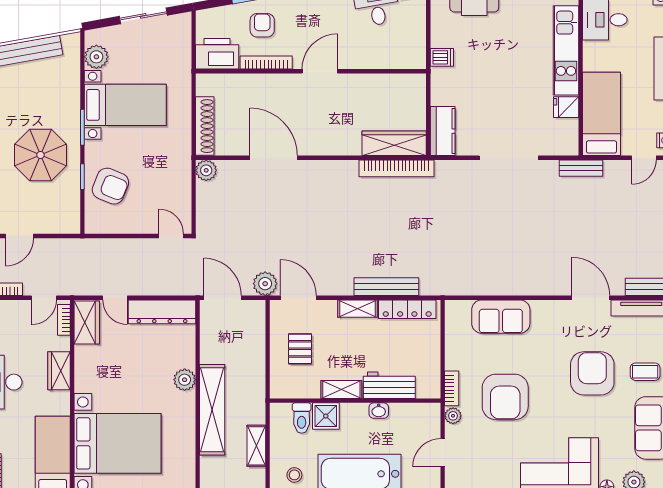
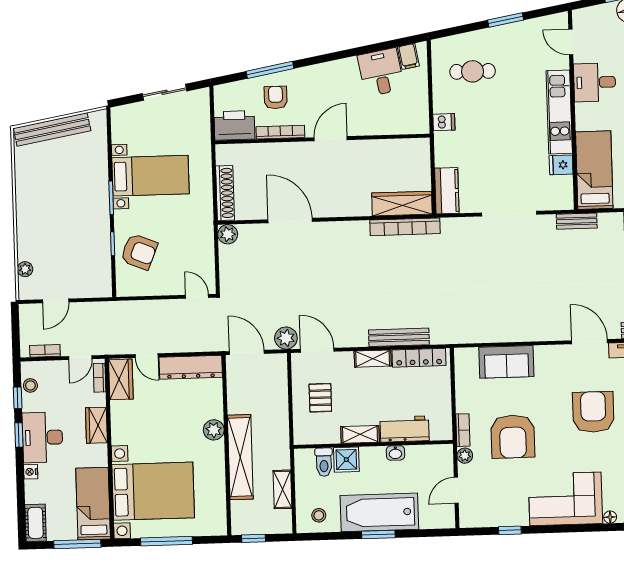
plant: (96, 57) -> (122, 132), removed
parasol: (40, 155) -> (73, 225), removed

